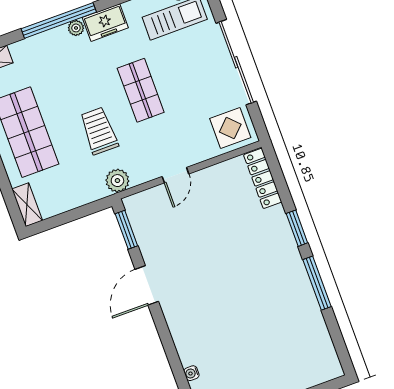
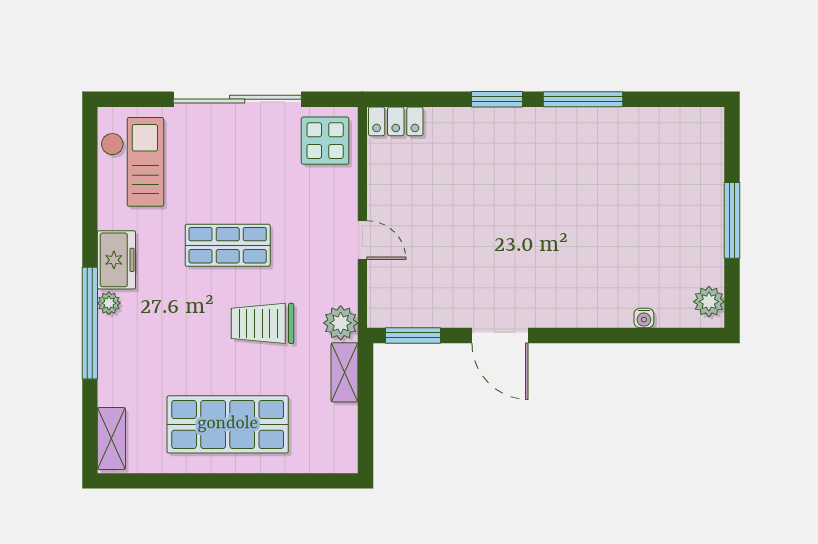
locker: (263, 178) -> (396, 121), width x0.66
shelving: (27, 205) -> (345, 372), moved, turned 90

